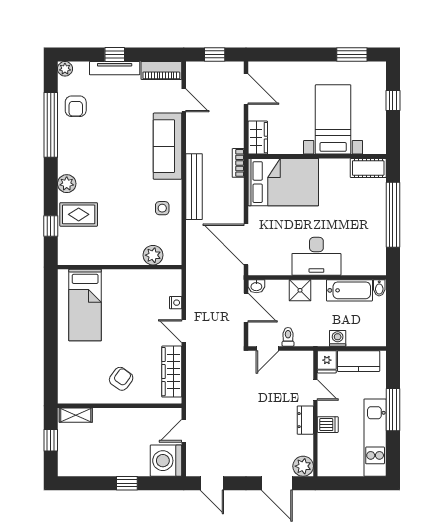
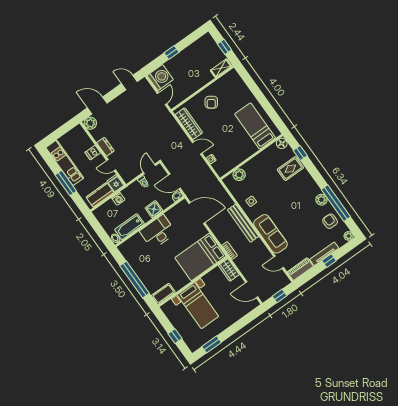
plant: (67, 184) -> (321, 200), moved
floor lamp: (66, 256) -> (282, 143), added

